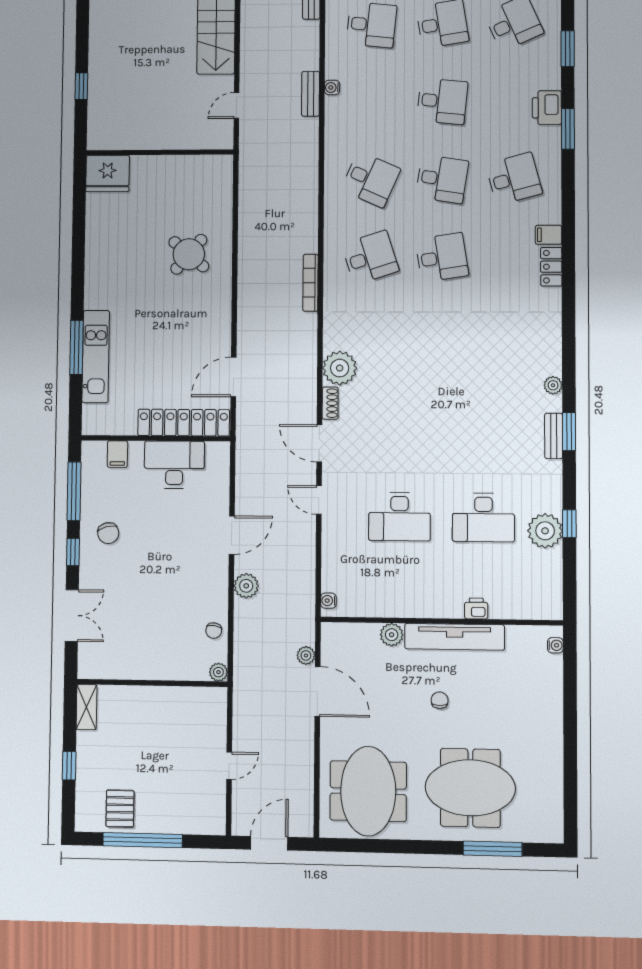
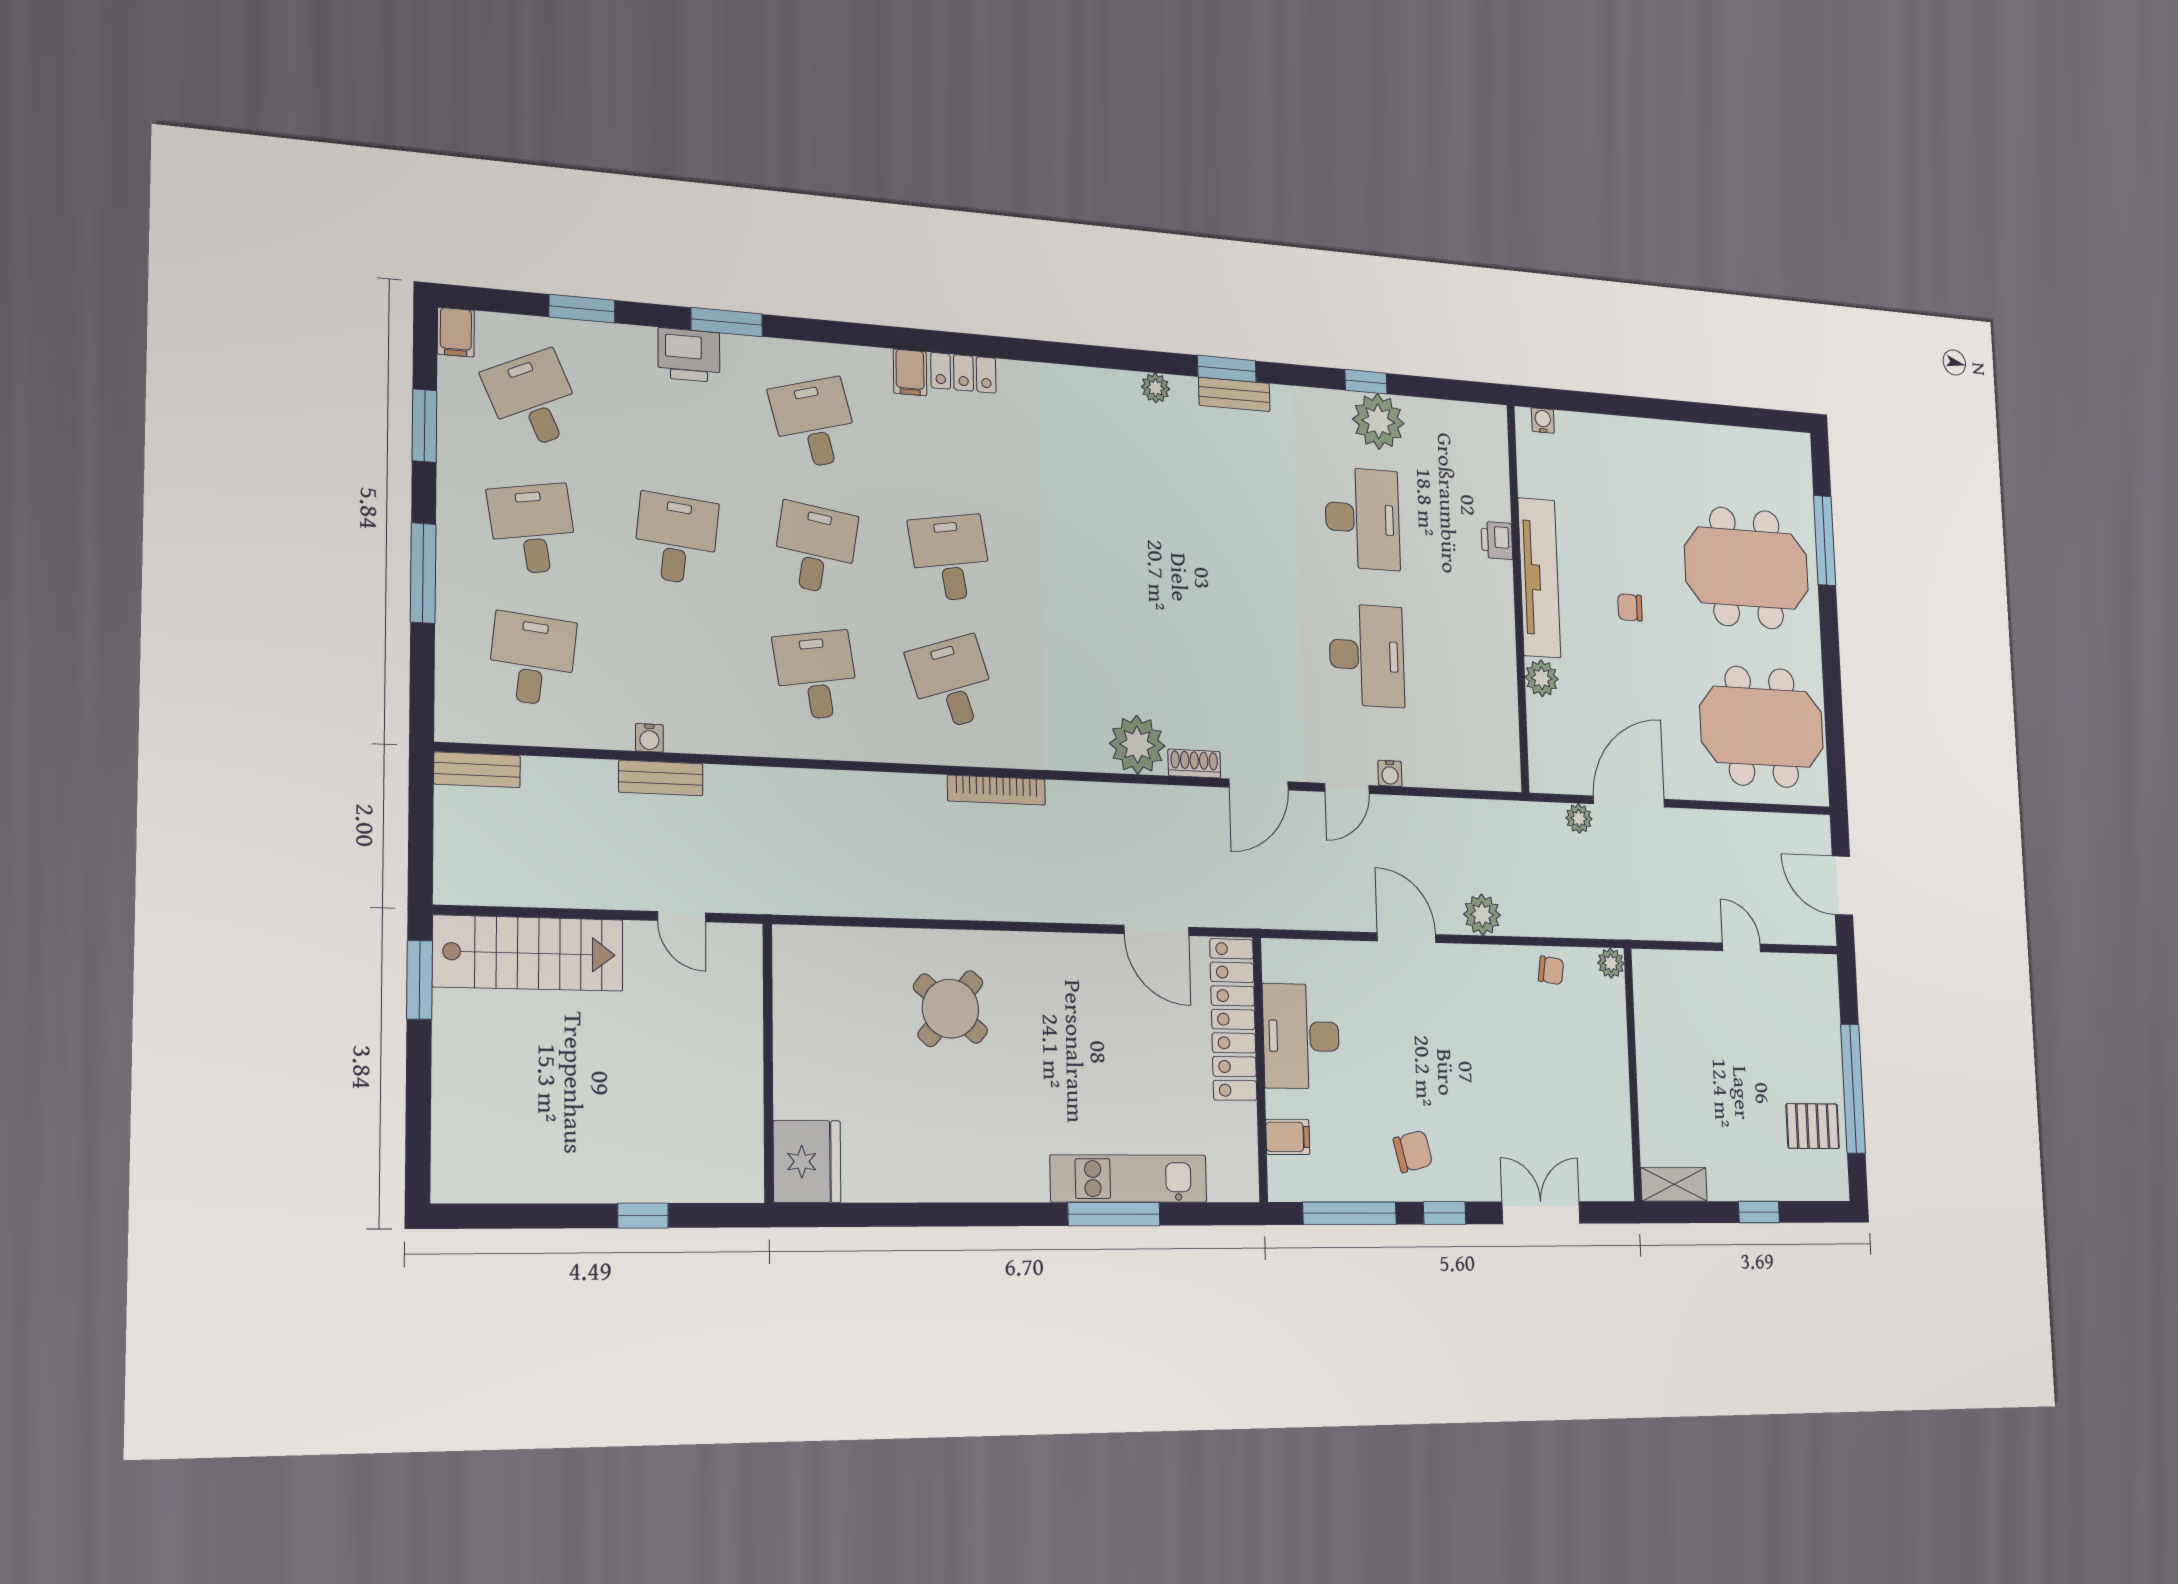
desk: (371, 179) -> (816, 675), turned -33
water cooler: (328, 601) -> (1390, 773), moved
meeting table: (470, 788) -> (1746, 568), turned 90

